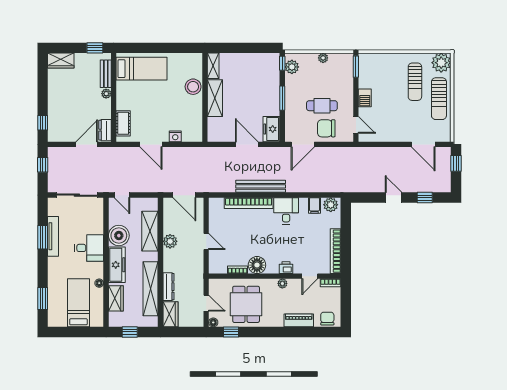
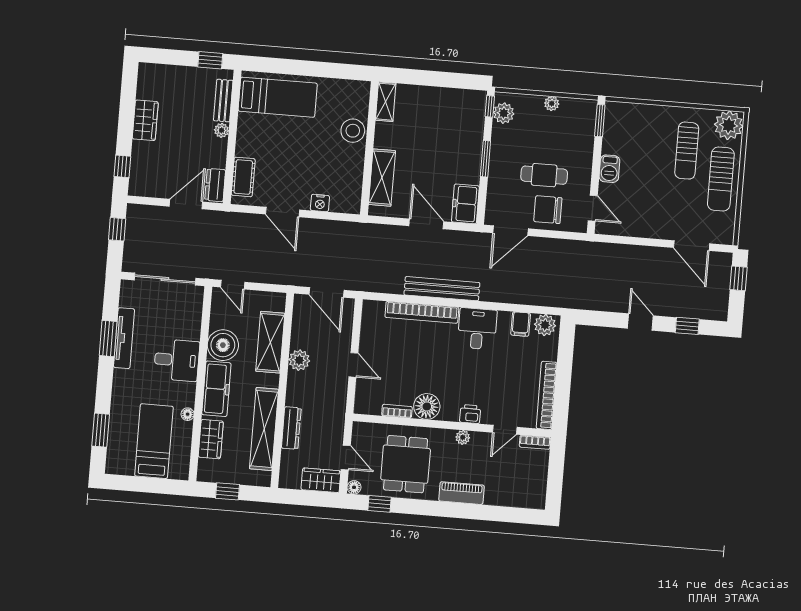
wardrobe: (61, 61) -> (145, 120), moved, turned -90
shelving: (215, 98) -> (382, 178), moved
wardrobe: (170, 314) -> (321, 480), moved, turned -90
chair: (327, 319) -> (526, 496), removed
piano: (299, 320) -> (461, 493), moved

